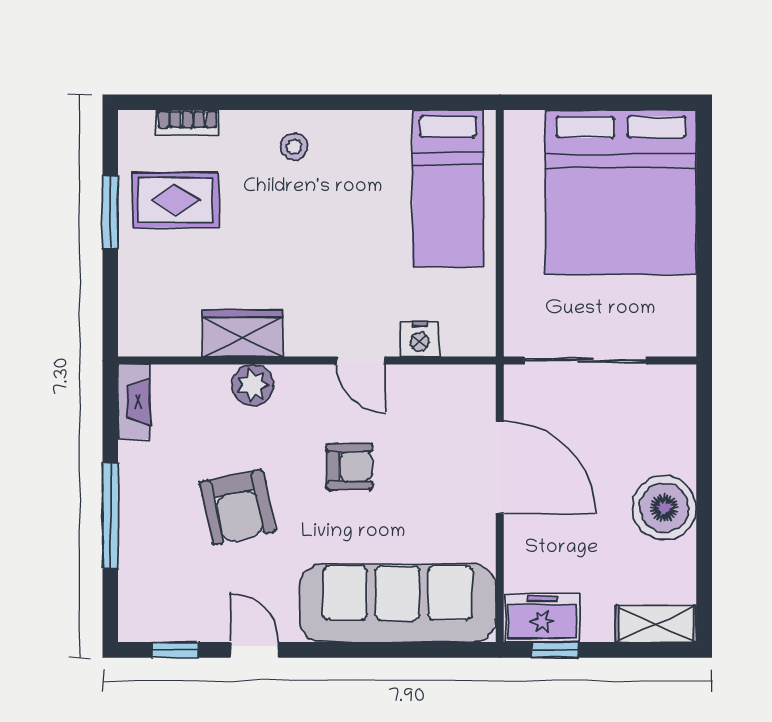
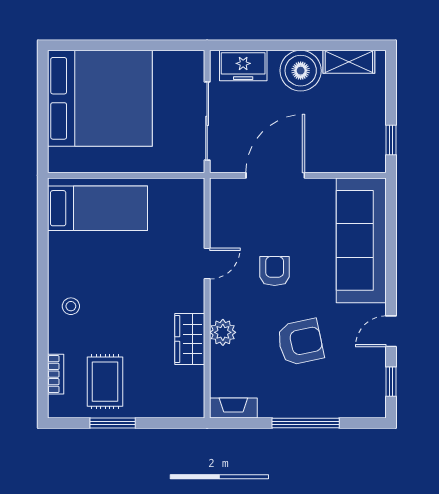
nightstand: (420, 339) -> (193, 226), removed
freezer: (542, 618) -> (243, 66), moved, turned -90
shelving: (656, 624) -> (349, 62), moved, turned 90

